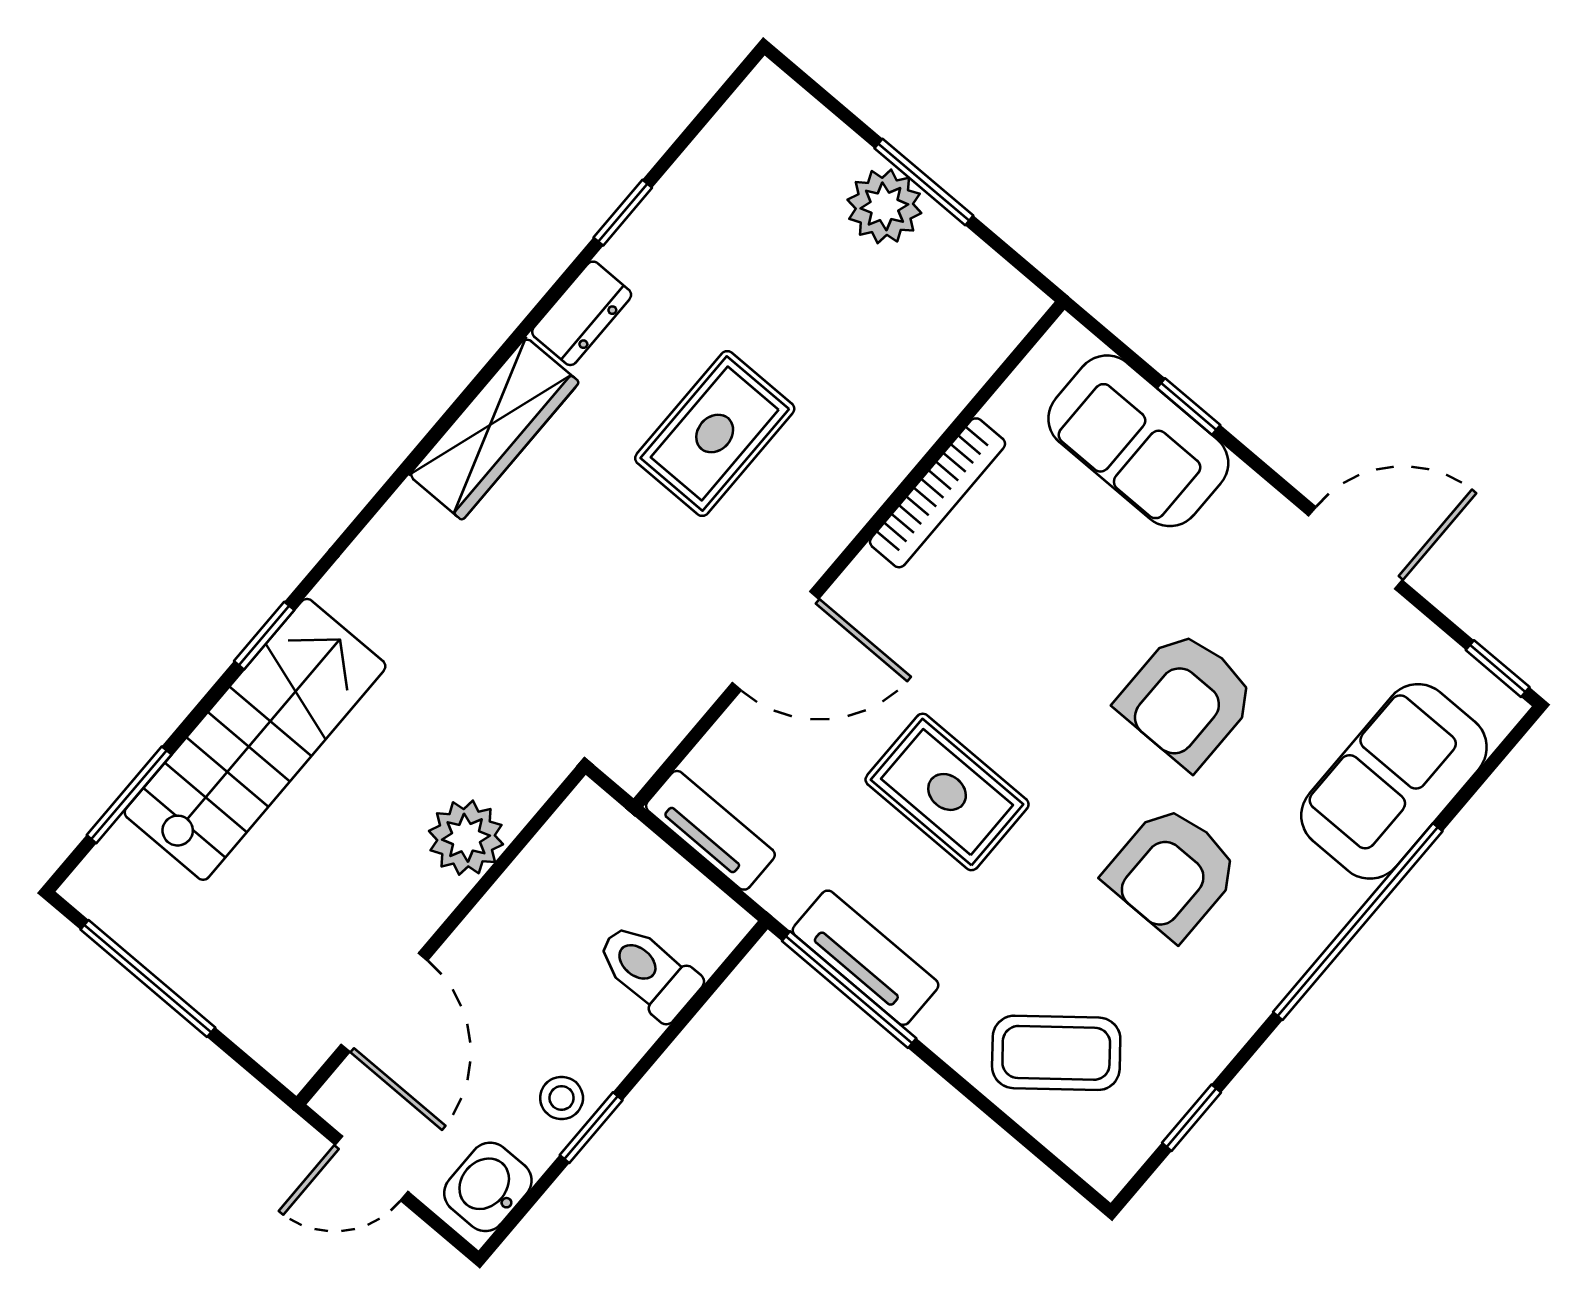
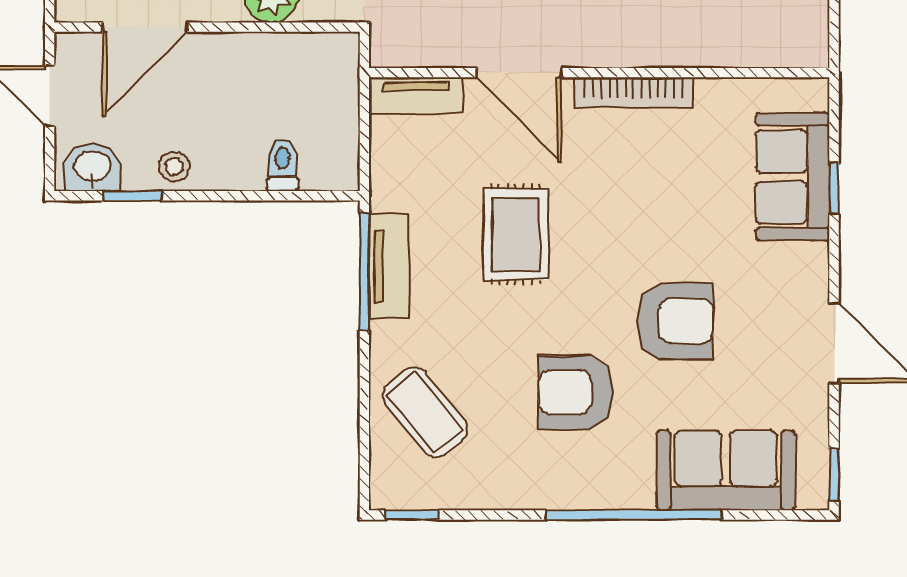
bookcase: (938, 493) -> (633, 92), moved
armchair: (1187, 699) -> (675, 321), turned 180
tv unit: (710, 830) -> (416, 95), moved, turned 90
toilet: (648, 971) -> (282, 165), width x0.73, depth x0.72
window: (1191, 1118) -> (412, 515), moved
window: (591, 1128) -> (132, 196), moved

